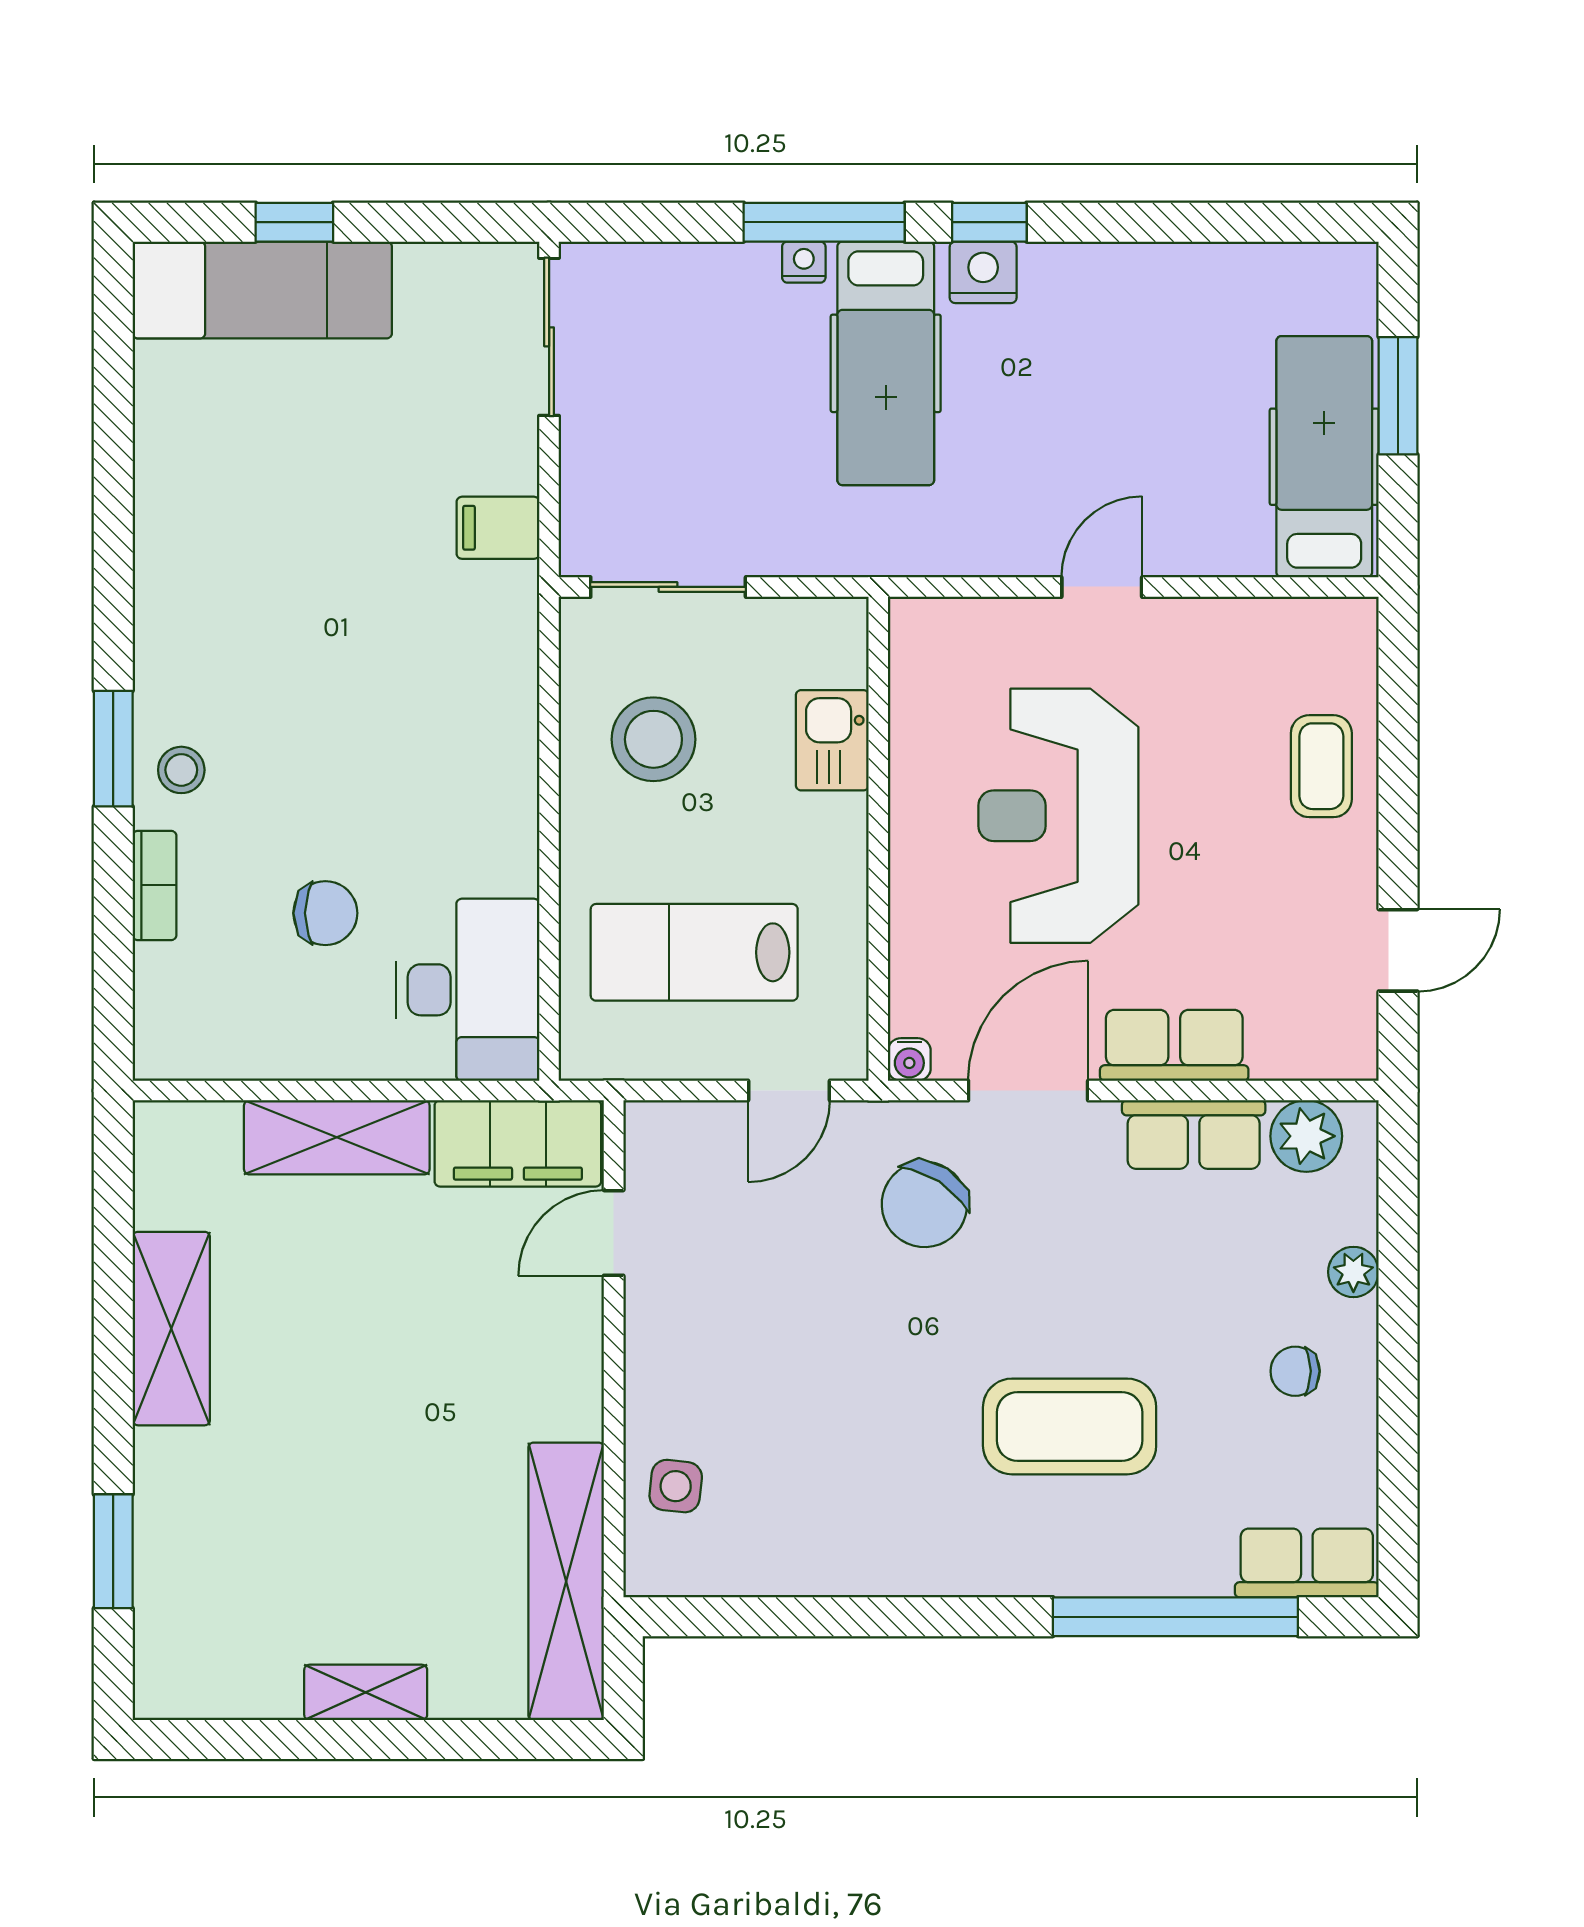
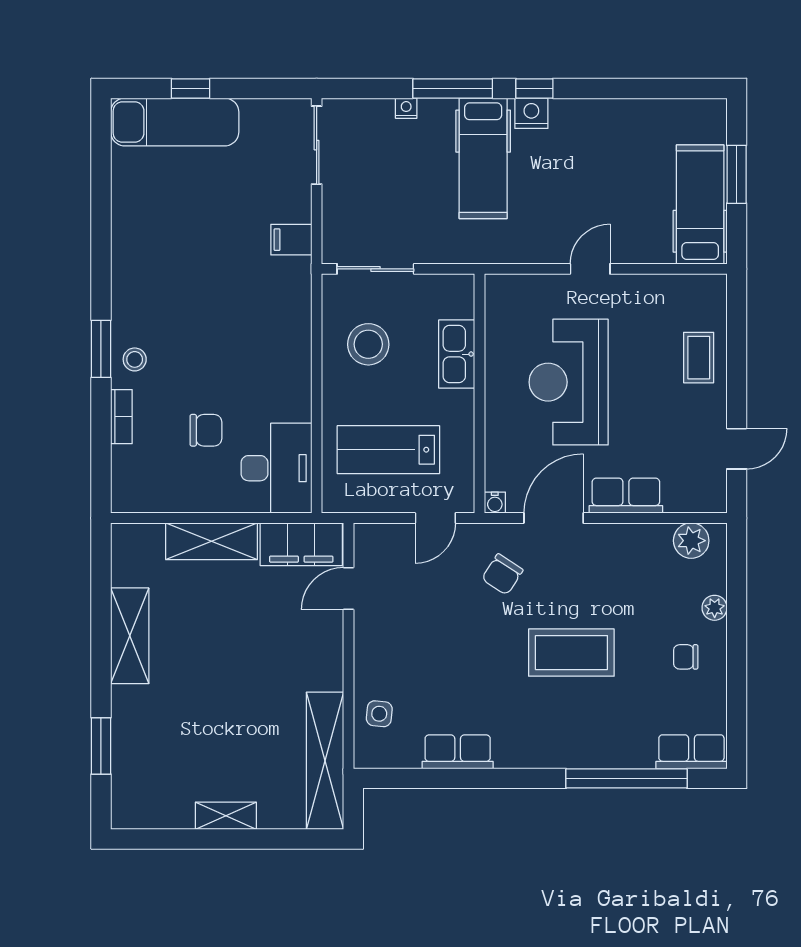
nightstand: (804, 262) -> (406, 108), moved
kitchen sink: (832, 740) -> (457, 354), width x1.38
row of seats: (1194, 1134) -> (458, 752), moved, turned 180
chair: (924, 1204) -> (502, 574), width x0.73, depth x0.73
coffee table: (1070, 1426) -> (571, 653), moved

